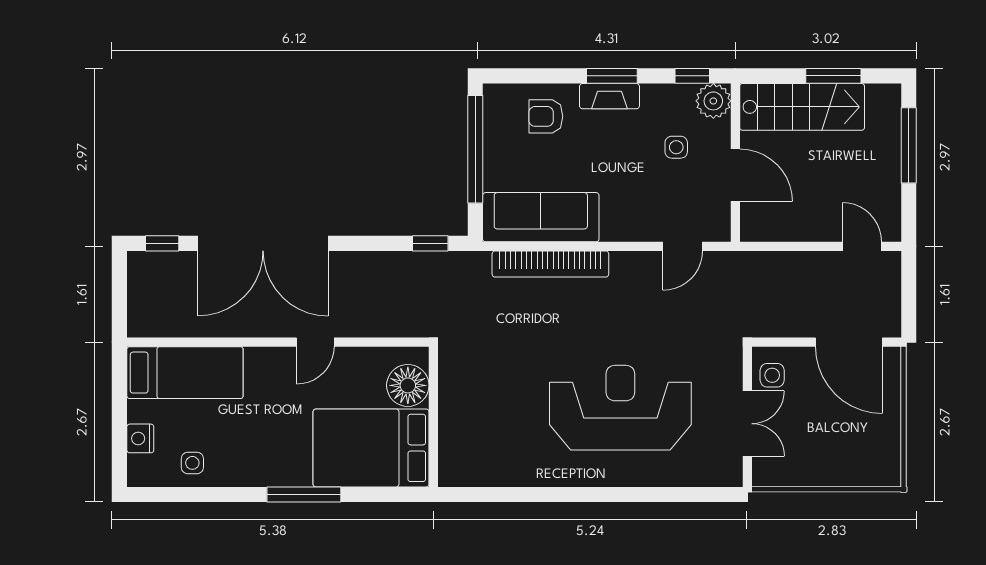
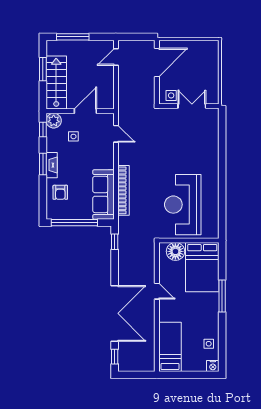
reception desk: (620, 408) -> (183, 205), moved
nightstand: (140, 438) -> (213, 366), moved

